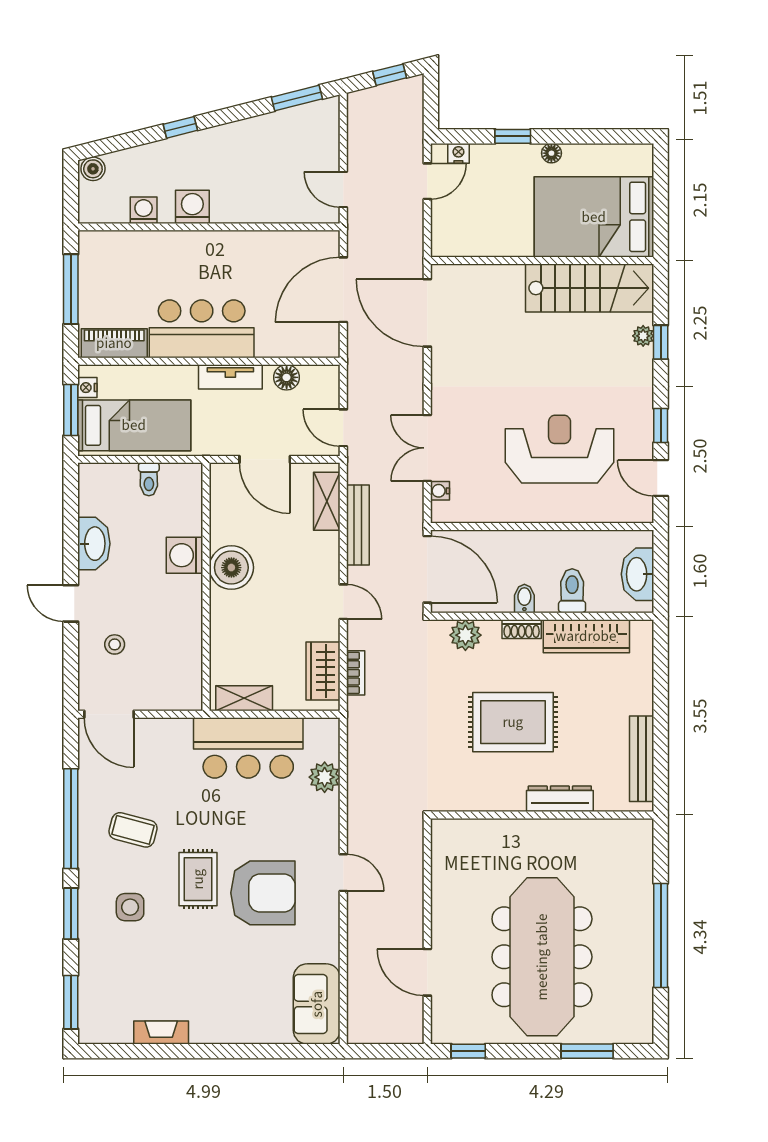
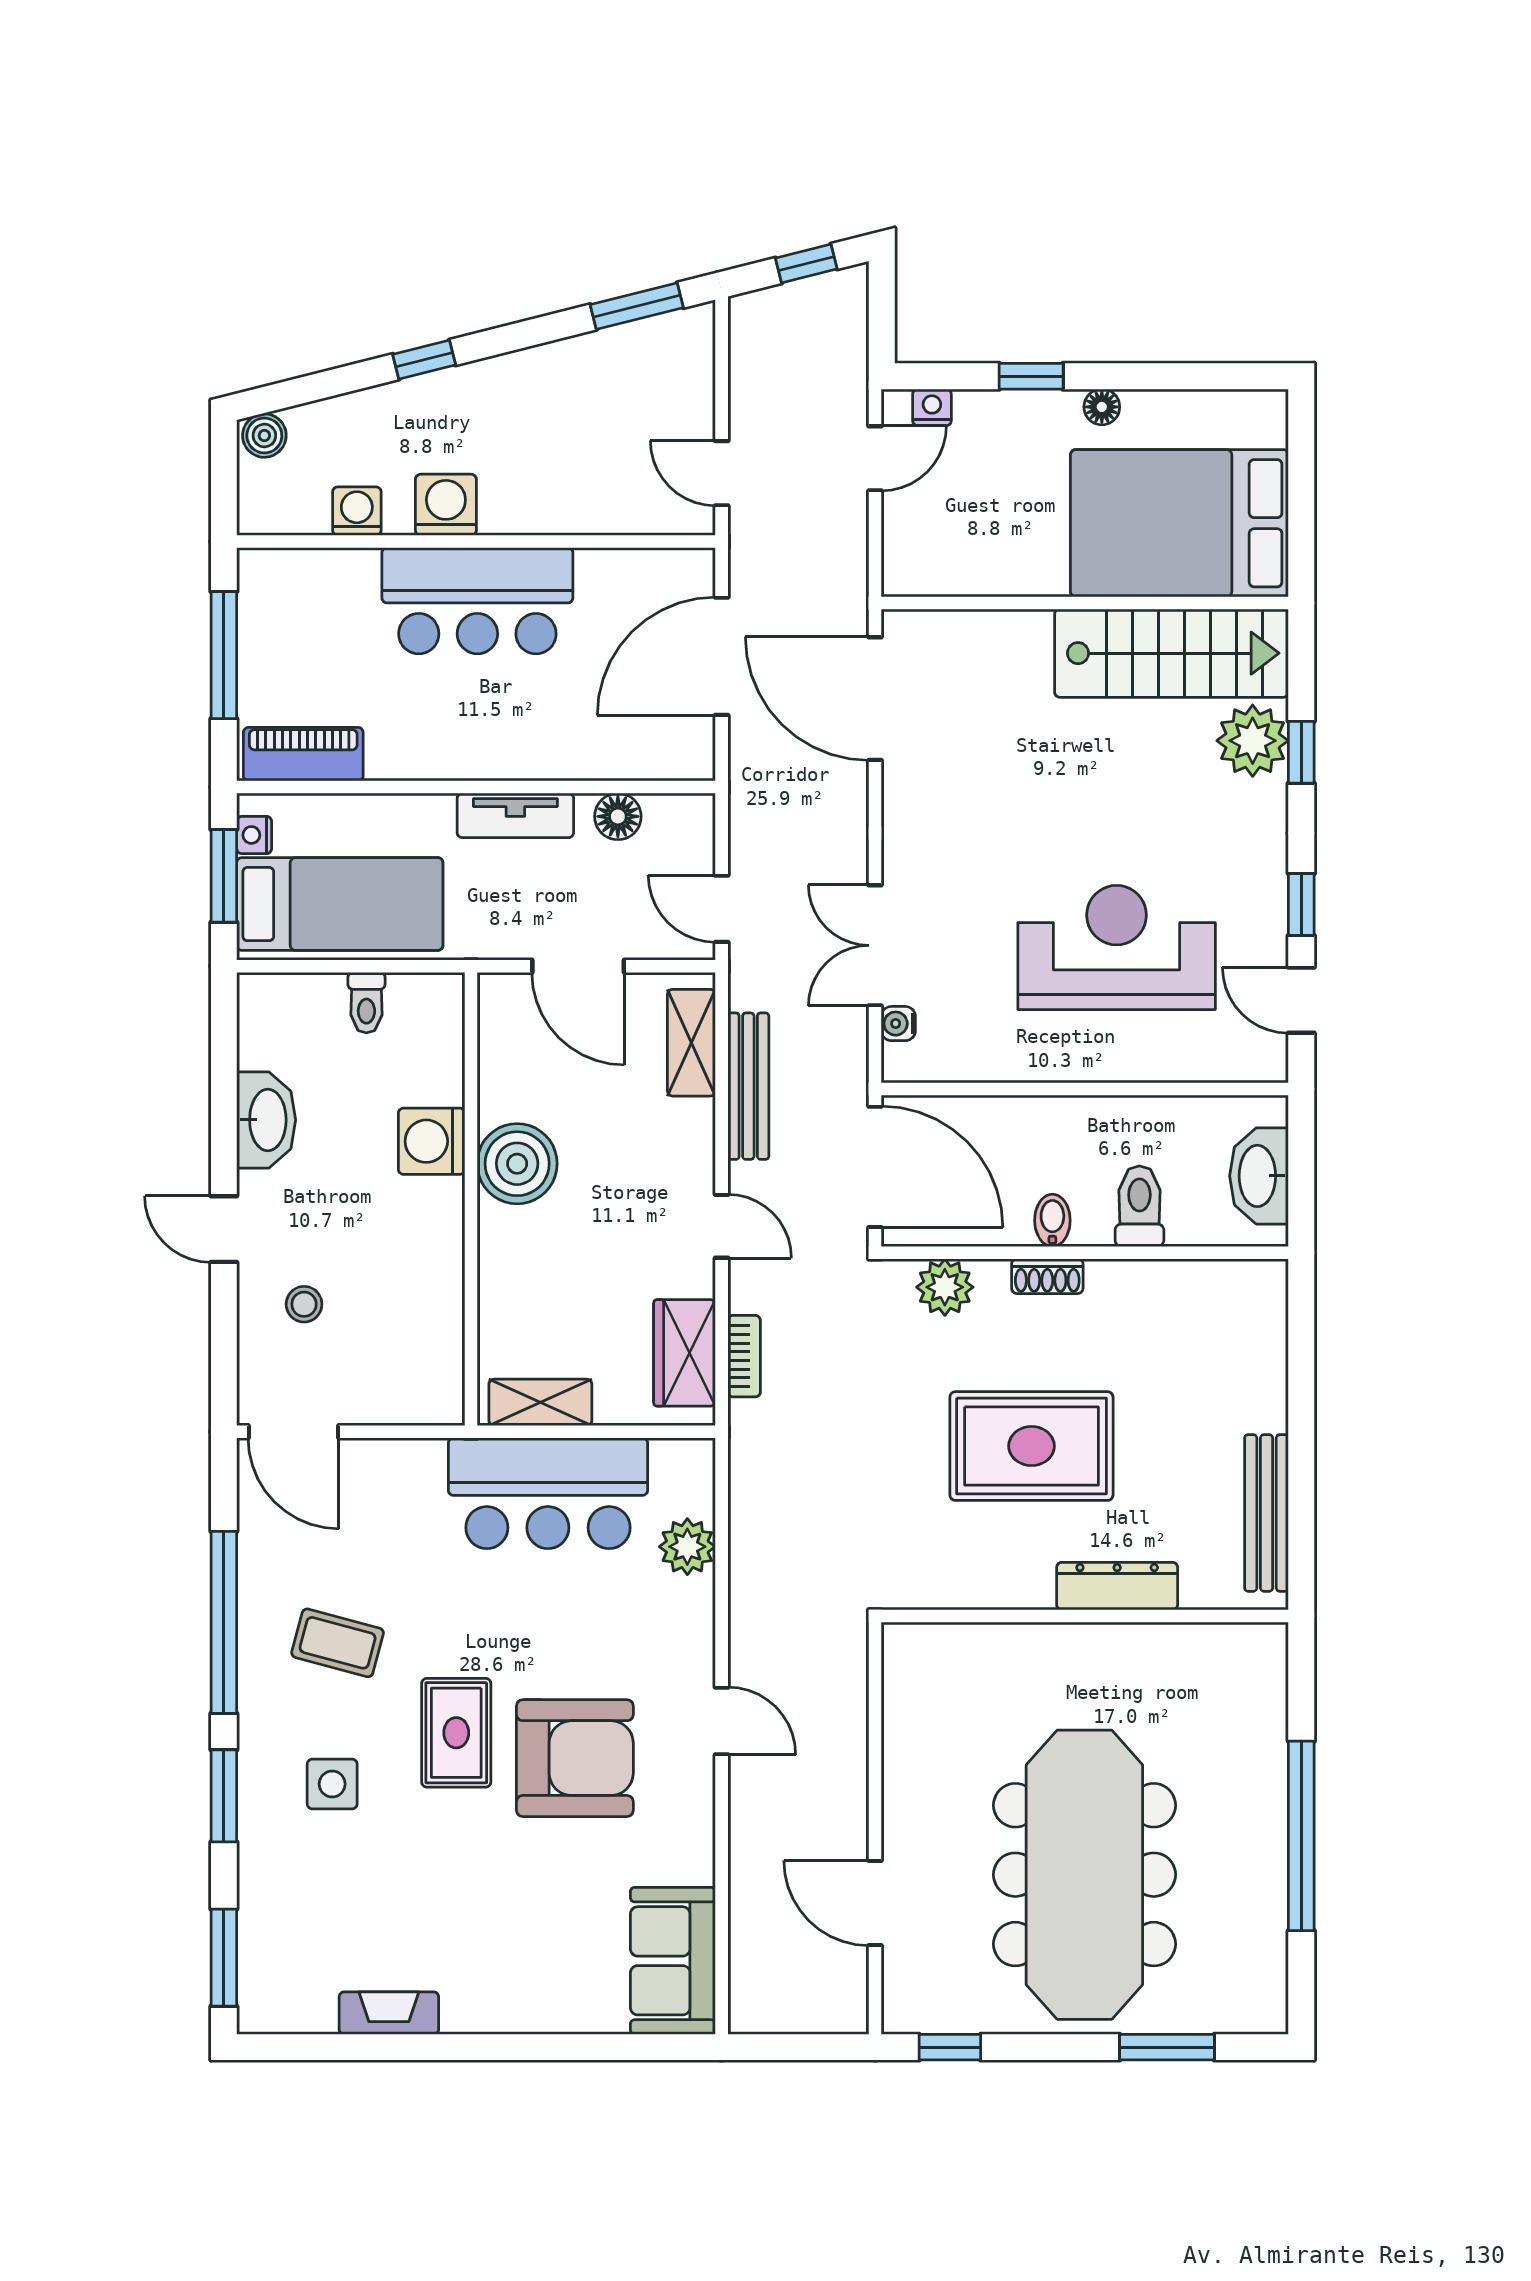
bar counter: (202, 329) -> (477, 601), moved, turned 180
plant: (643, 336) -> (1253, 741), width x1.87, depth x1.87
wardrobe: (586, 636) -> (1166, 1289), removed

